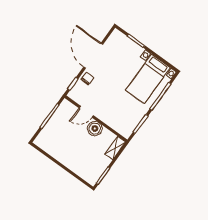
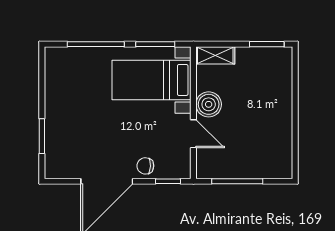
bed with nightstands: (148, 79) -> (152, 80), moved, turned 180

